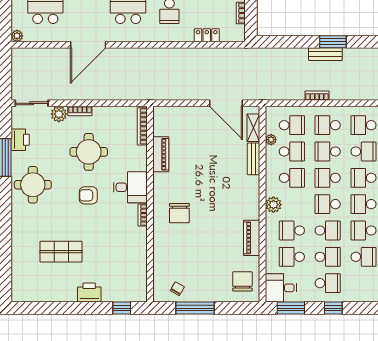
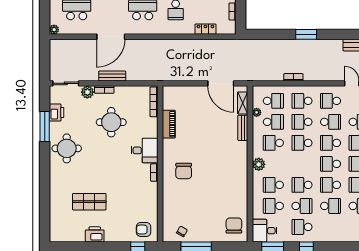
bench: (325, 54) -> (112, 76), moved
school desk: (292, 178) -> (273, 143), turned 180
armchair: (88, 195) -> (144, 229), moved
school desk: (328, 204) -> (302, 164), removed
school desk: (328, 230) -> (302, 185), turned 180
piano: (252, 238) -> (241, 191), removed
school desk: (328, 283) -> (302, 227), turned 180
printer: (89, 293) -> (95, 234), moved

